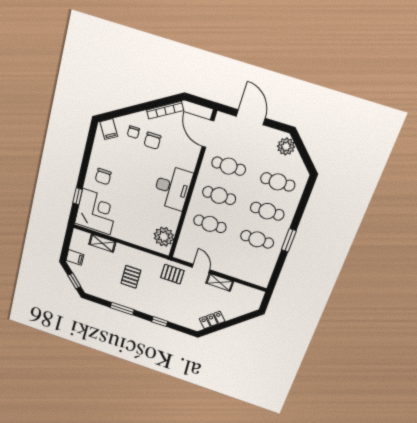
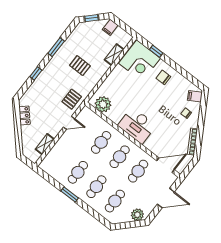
chair: (152, 141) -> (175, 124), removed
shelving: (220, 282) -> (45, 144), moved

